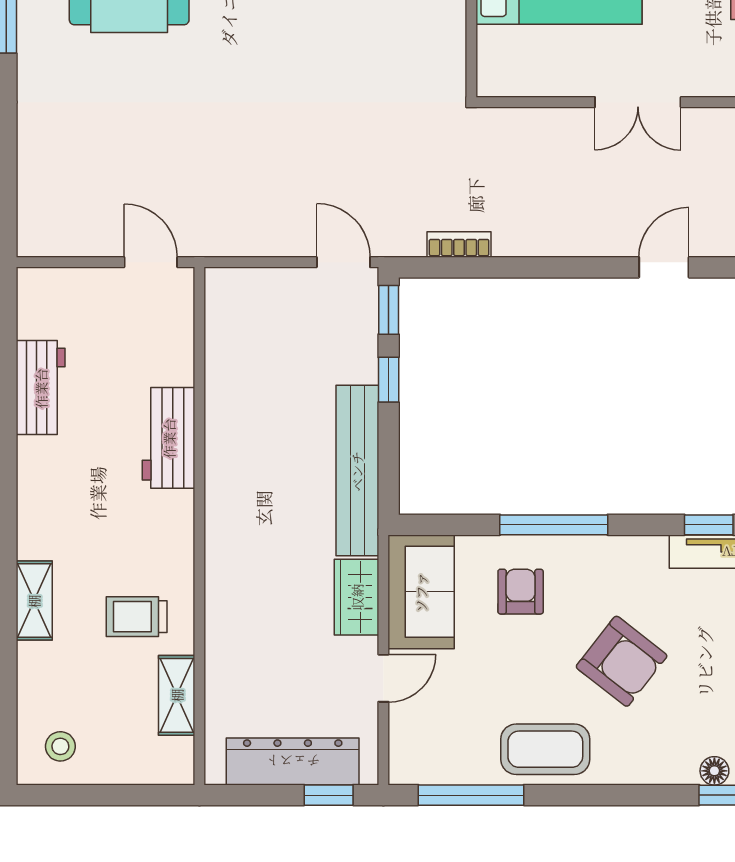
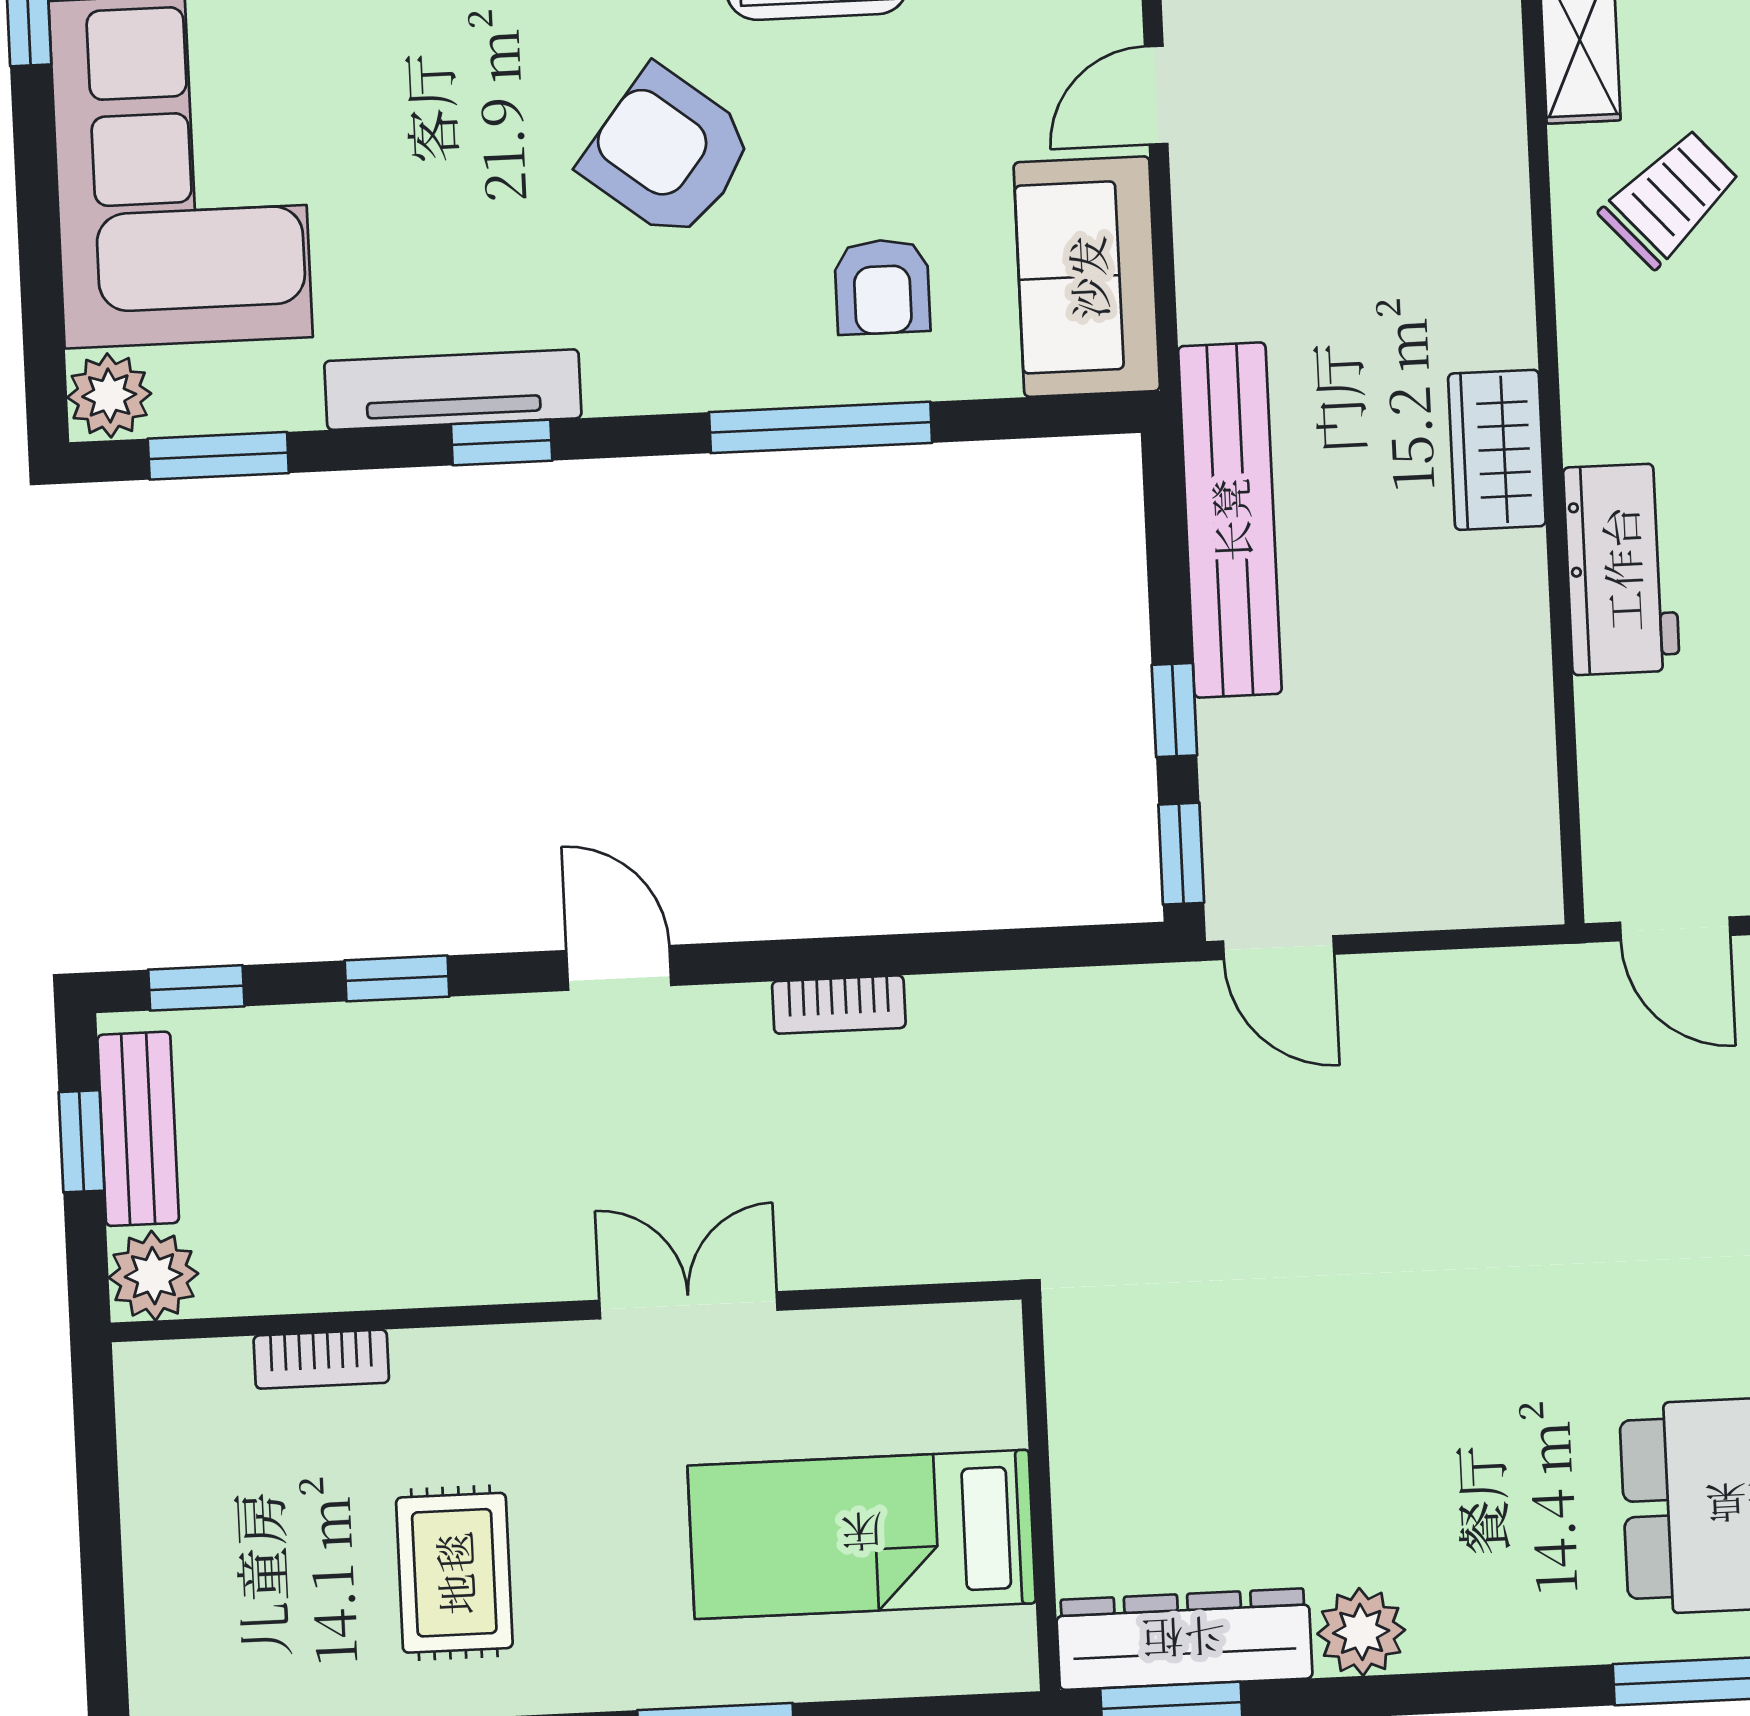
bookcase: (459, 245) -> (839, 1005), moved
door: (664, 267) -> (619, 968), swing flipped
wardrobe: (357, 597) -> (1497, 450), moved, turned 180
trolley: (137, 617) -> (1670, 198), turned -42

